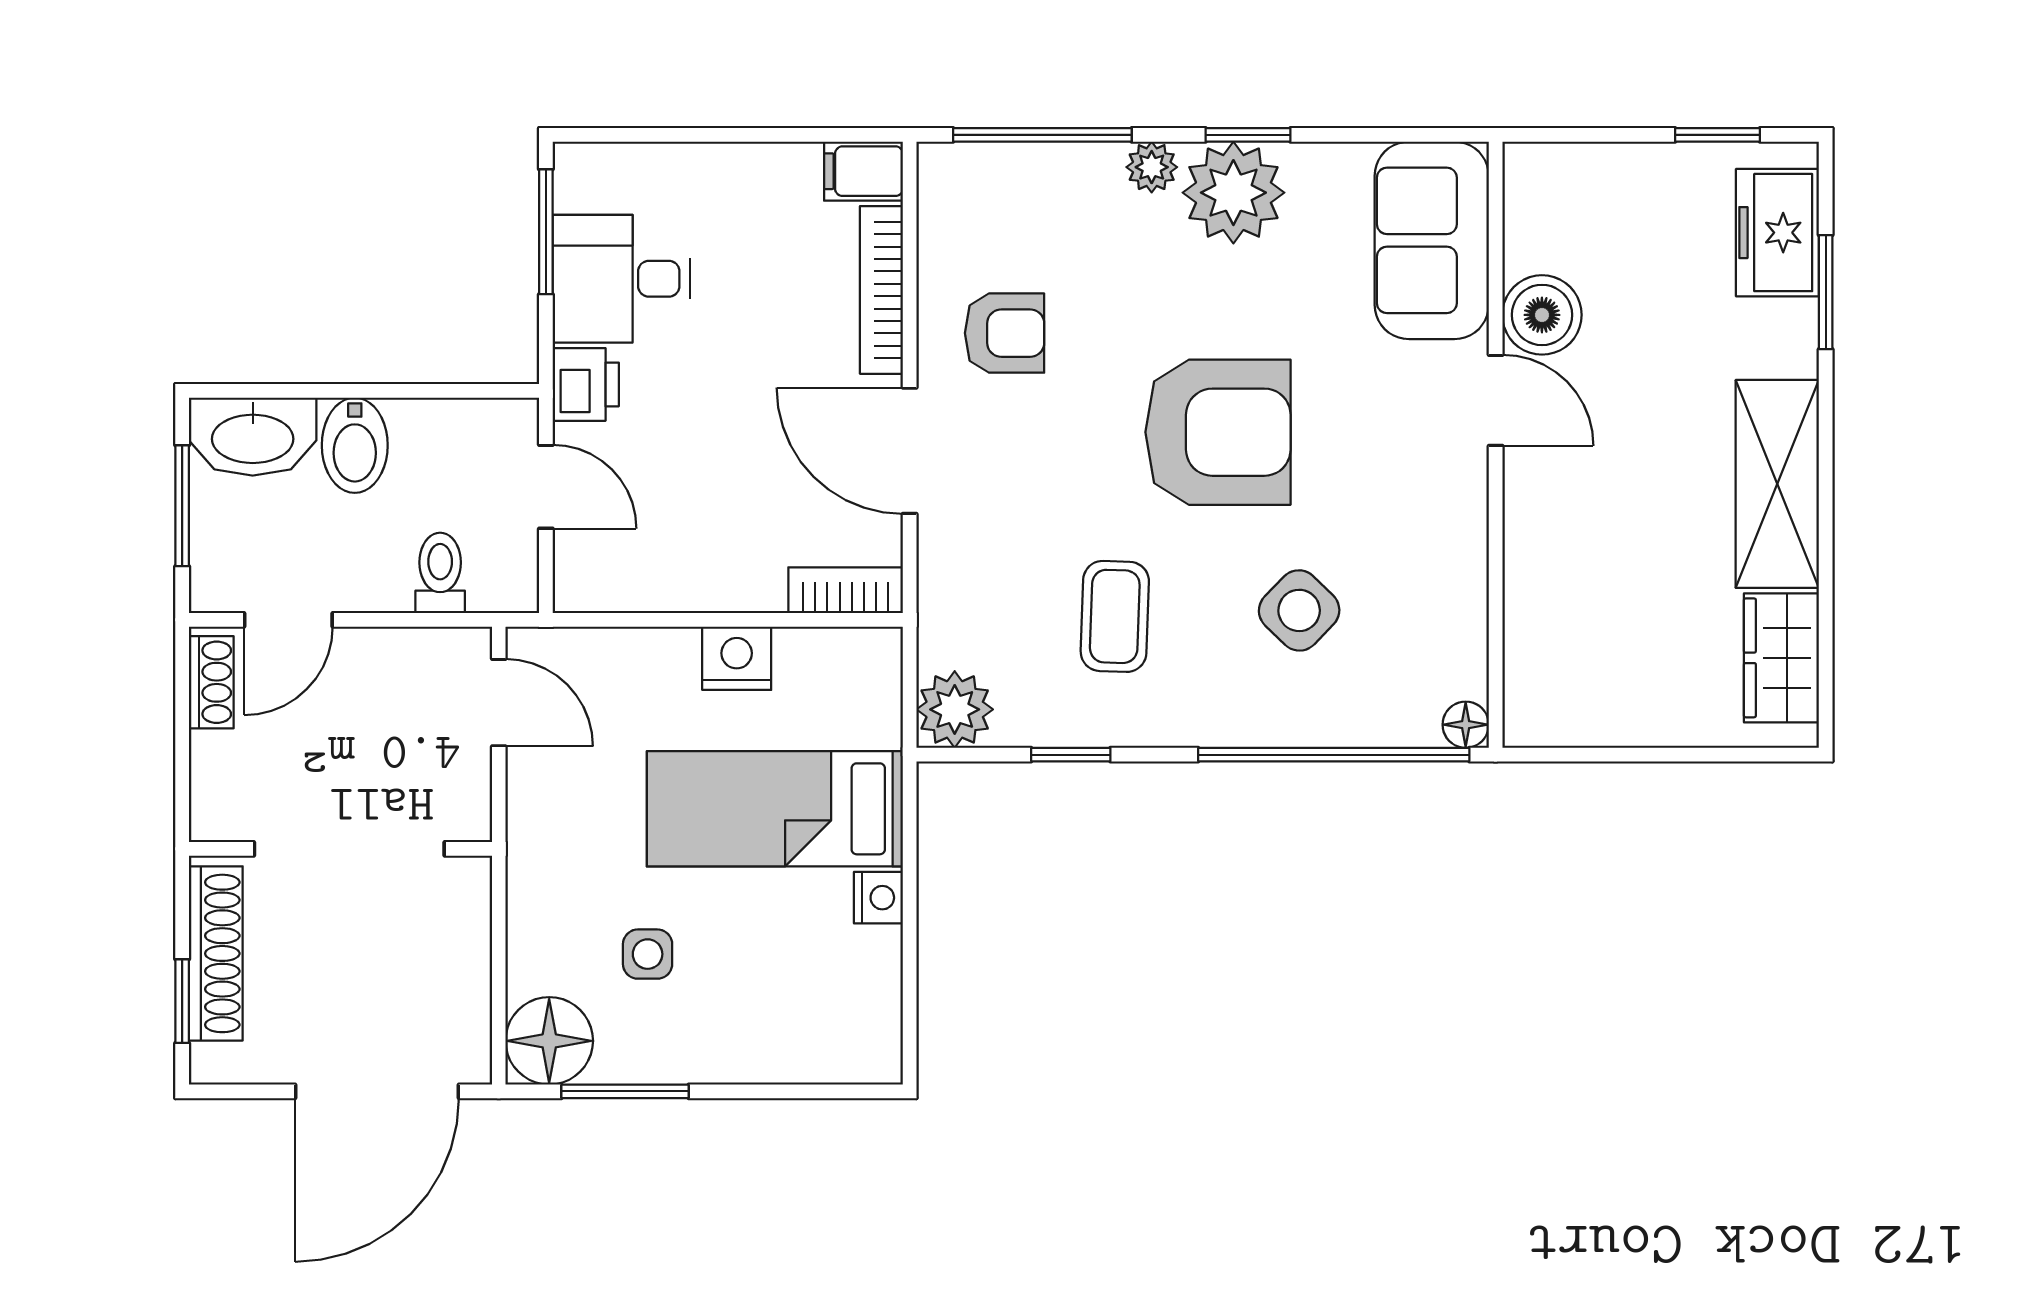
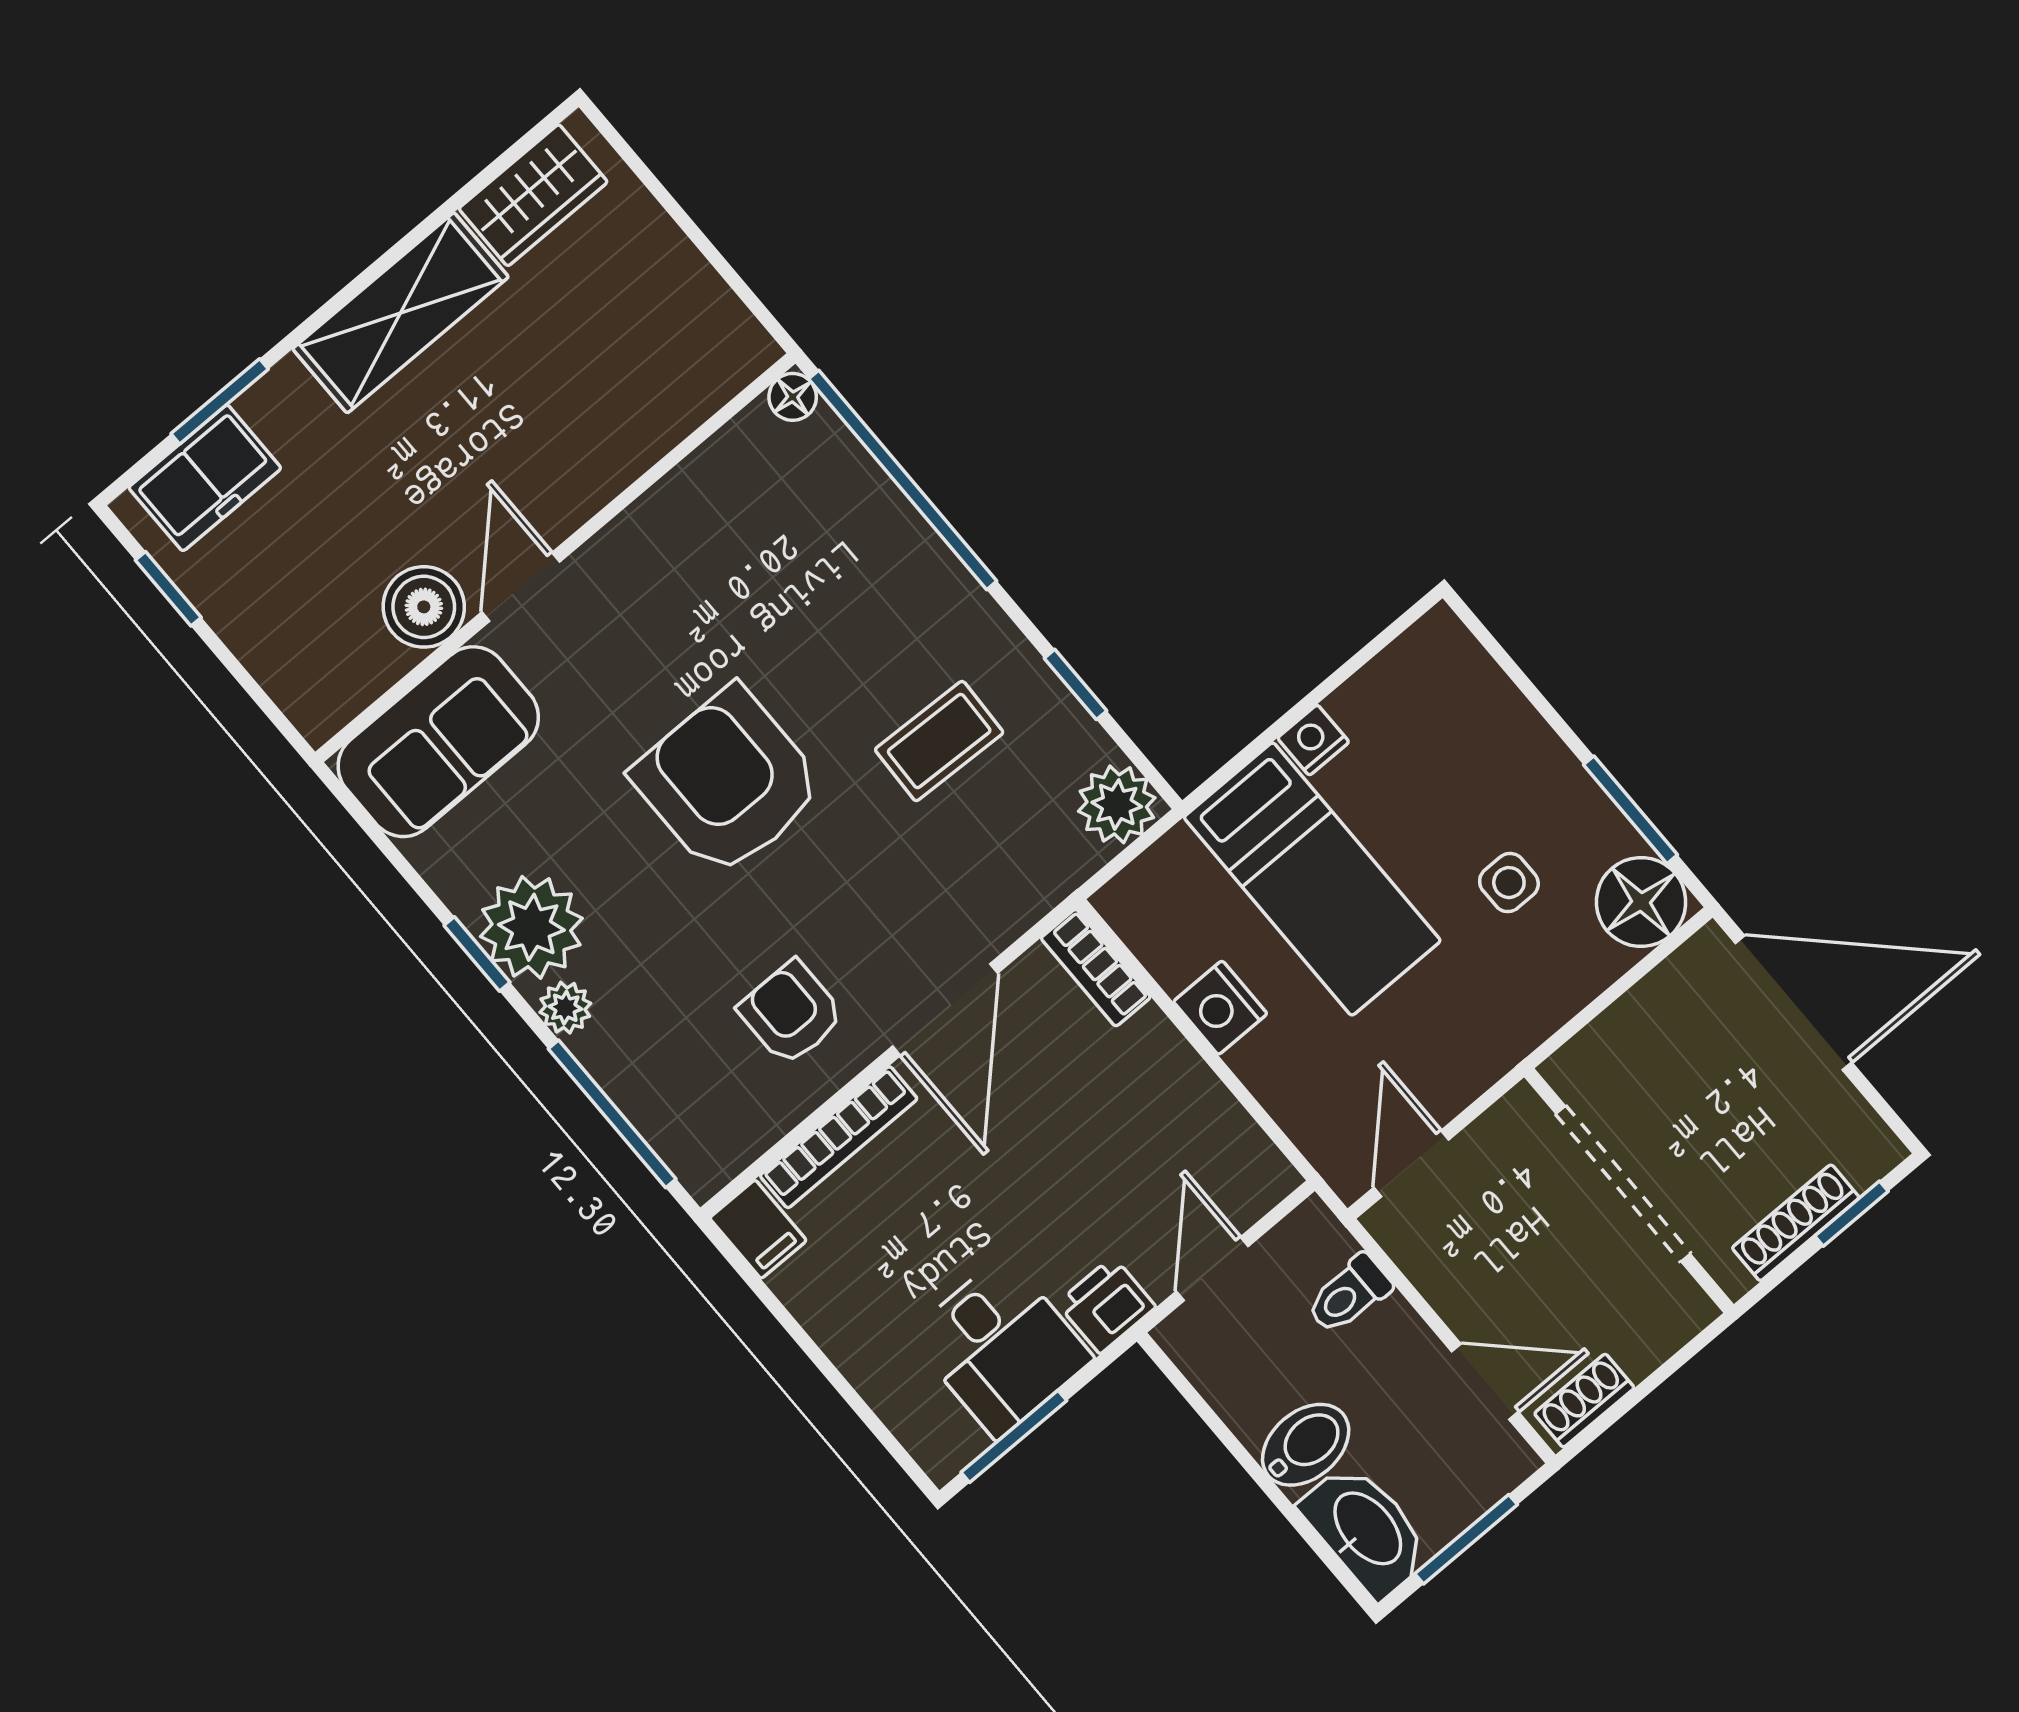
side table: (1299, 610) -> (813, 602), removed
shoe rack: (216, 953) -> (1796, 1223), width x0.74, depth x0.81

